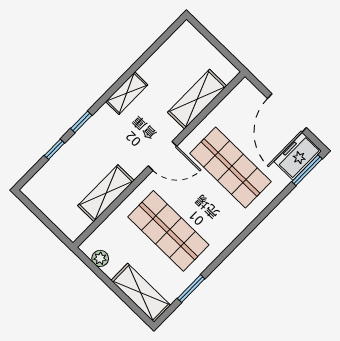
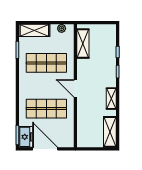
shelving: (197, 99) -> (110, 132), moved
door: (163, 156) -> (75, 88), hinge flipped
shelving: (106, 193) -> (83, 44), moved

